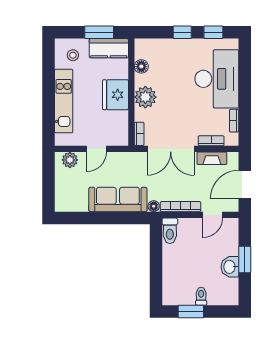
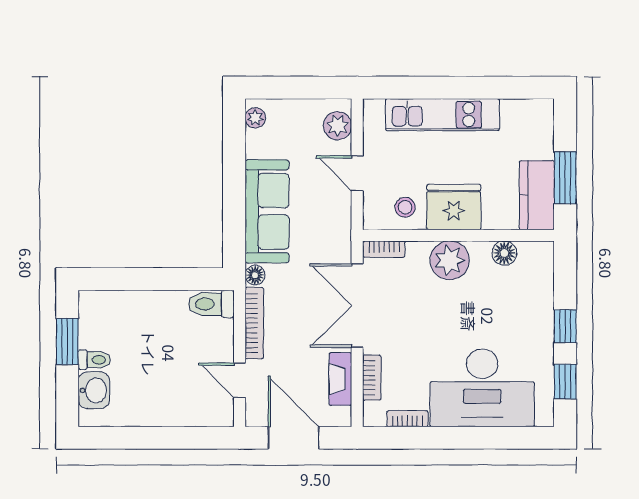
stool: (73, 55) -> (405, 207), moved
plant: (65, 206) -> (255, 118), added
window: (245, 259) -> (160, 438), removed
washbasin: (230, 267) -> (94, 390), moved, turned 90

